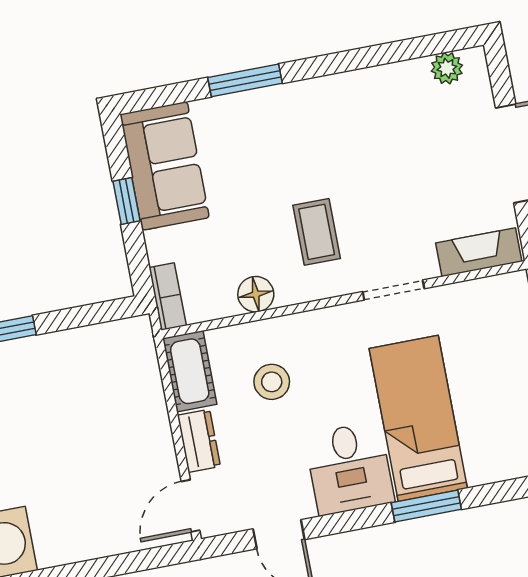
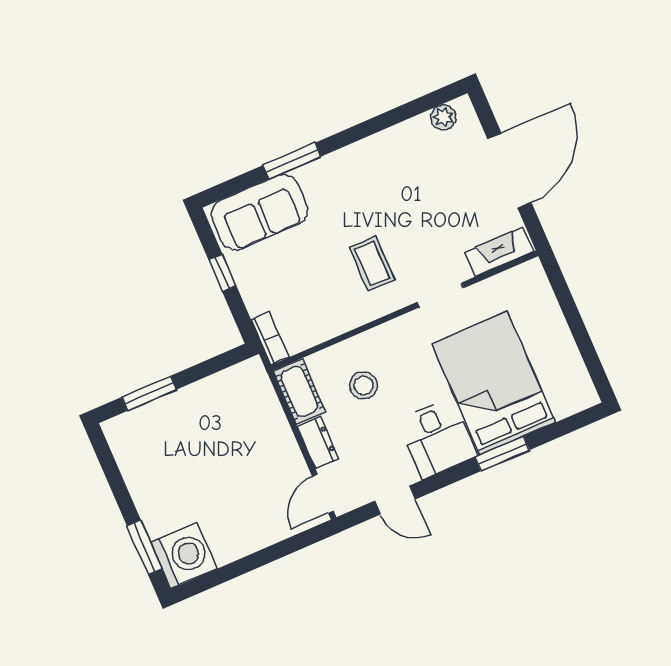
sofa: (165, 166) -> (260, 212), moved, turned 90
floor lamp: (256, 294) -> (336, 322), removed
bed: (418, 418) -> (494, 383), width x1.50

